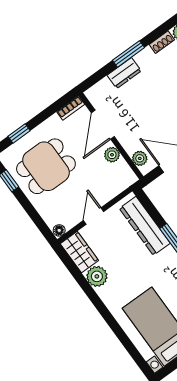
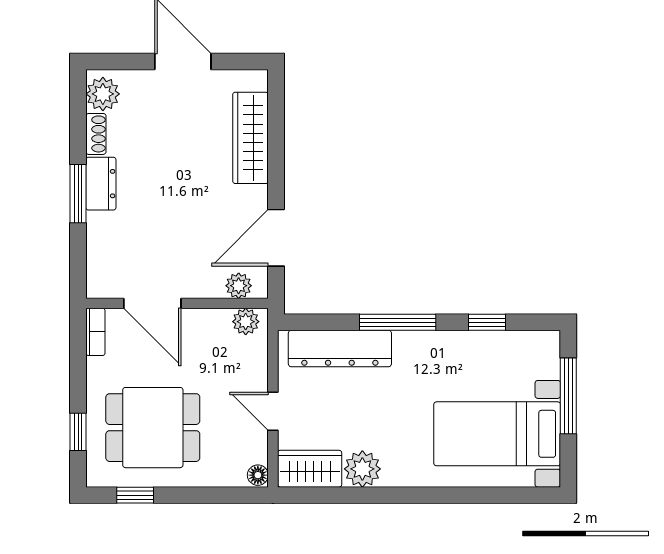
dresser: (124, 73) -> (101, 184), moved
plant: (112, 155) -> (246, 322), moved
dining table: (46, 166) -> (153, 428), turned 90

